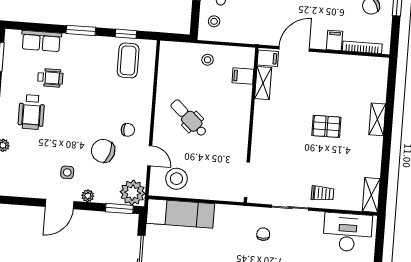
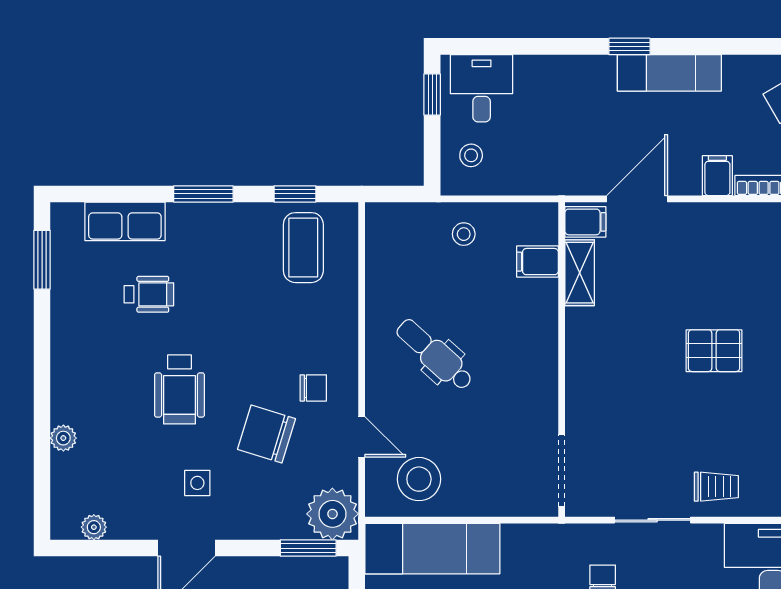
wheelchair: (31, 112) -> (180, 389), moved
plant: (88, 196) -> (94, 527), moved

